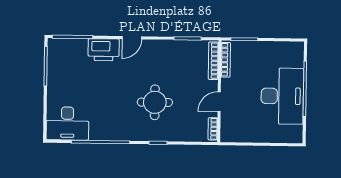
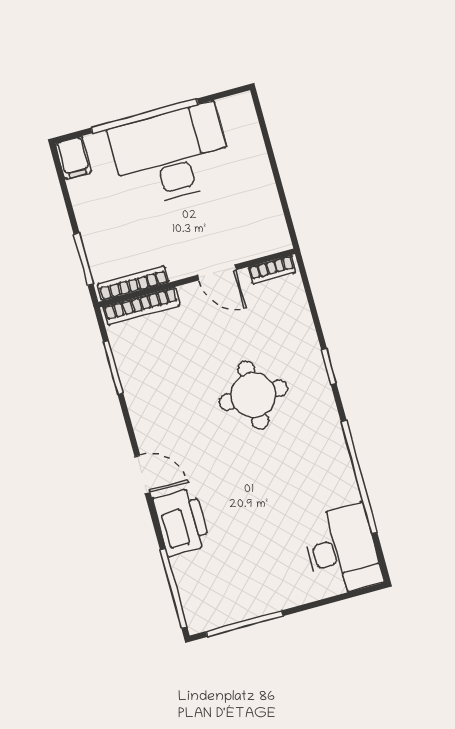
filing cabinet: (295, 48) -> (73, 158), added

